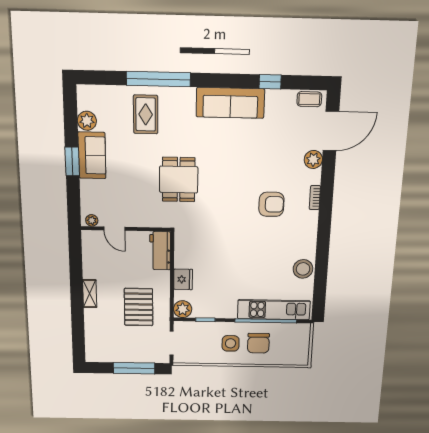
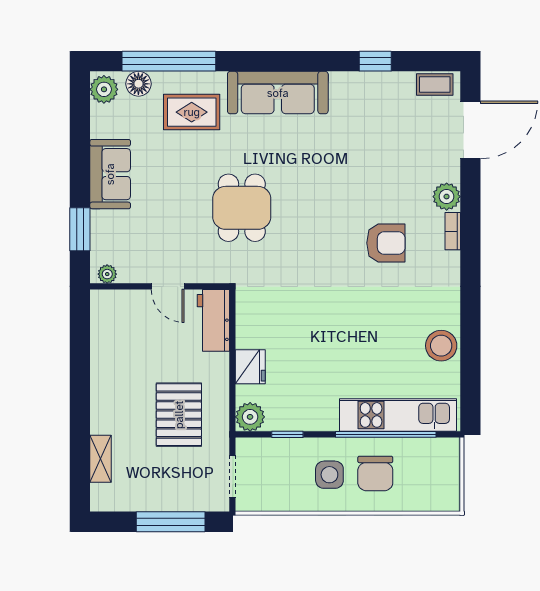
window: (158, 79) -> (169, 61), moved
floor lamp: (110, 94) -> (138, 84), added
sofa: (230, 103) -> (278, 93), moved
rug: (146, 114) -> (192, 112), turned 90
plant: (87, 121) -> (104, 89), moved
plant: (313, 159) -> (447, 197), moved
window: (72, 161) -> (80, 229), moved
door: (114, 229) -> (168, 286), moved
shelving: (90, 294) -> (101, 459), moved

